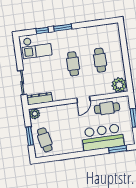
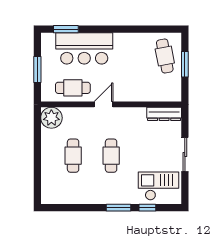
sliding door: (22, 83) -> (185, 155), moved
plant: (35, 114) -> (174, 94), removed

